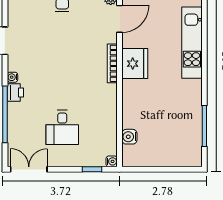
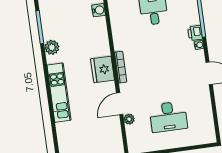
plant: (193, 99) -> (52, 47), added

